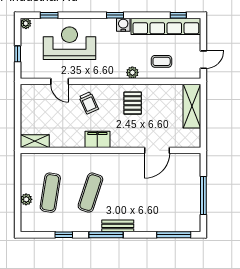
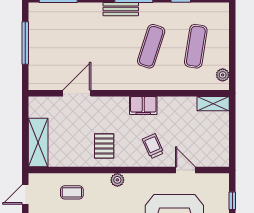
plant: (132, 73) -> (117, 180), moved
plant: (26, 199) -> (223, 75), moved

